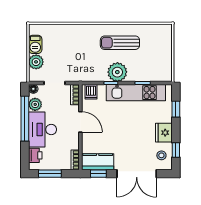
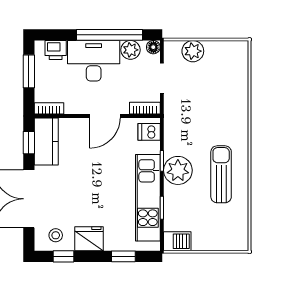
barbecue: (35, 44) -> (177, 241), moved, turned 180

